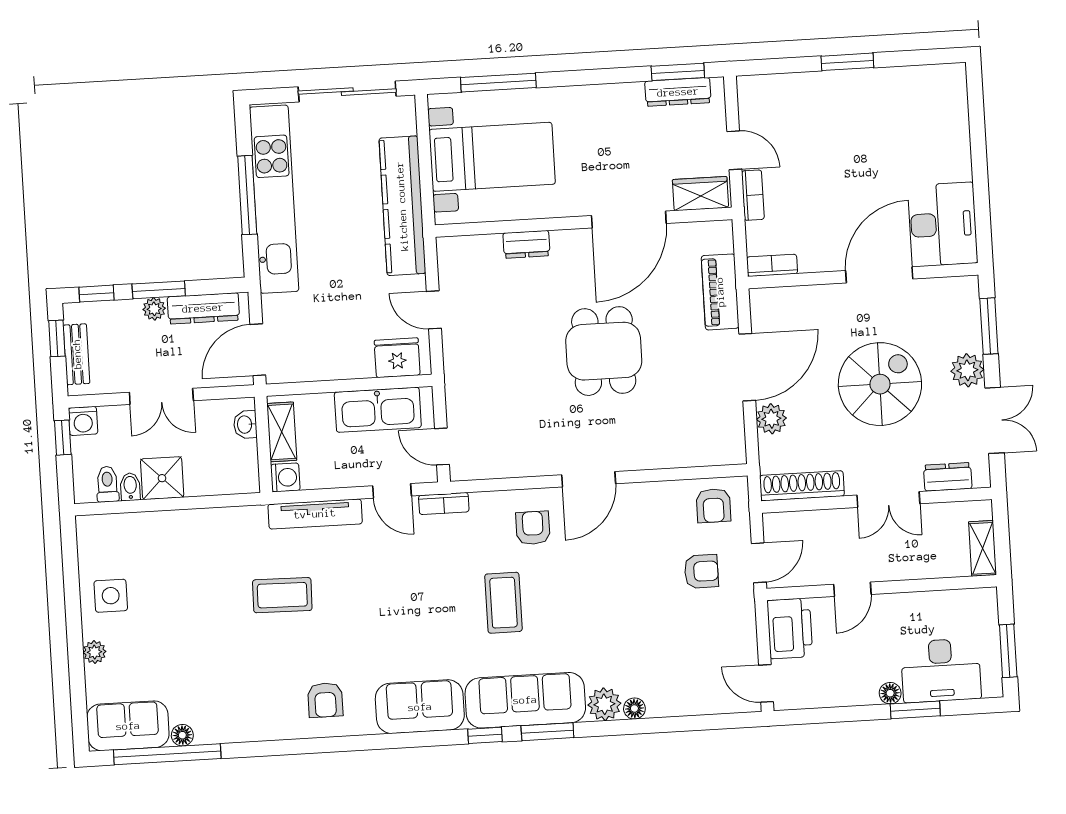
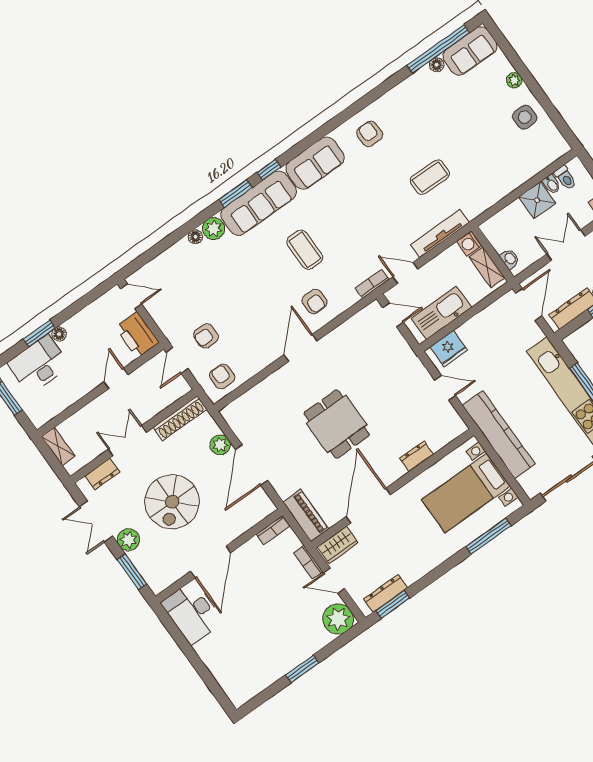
plant: (760, 97) -> (338, 619), added
piano: (720, 292) -> (306, 516), moved

